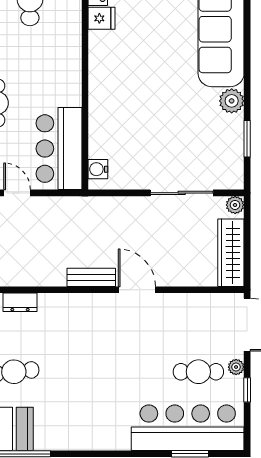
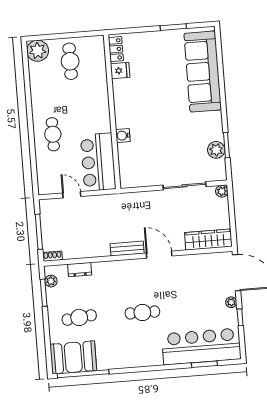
plant: (232, 101) -> (216, 150), moved
water cooler: (98, 169) -> (123, 136), moved
wardrobe: (231, 253) -> (208, 240), moved, turned 90
cafe table: (198, 372) -> (142, 312), moved

